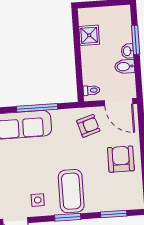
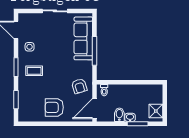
shower: (89, 35) -> (156, 111), moved
armchair: (121, 159) -> (54, 107), turned 180
coffee table: (71, 191) -> (34, 71), width x0.54, depth x0.58

